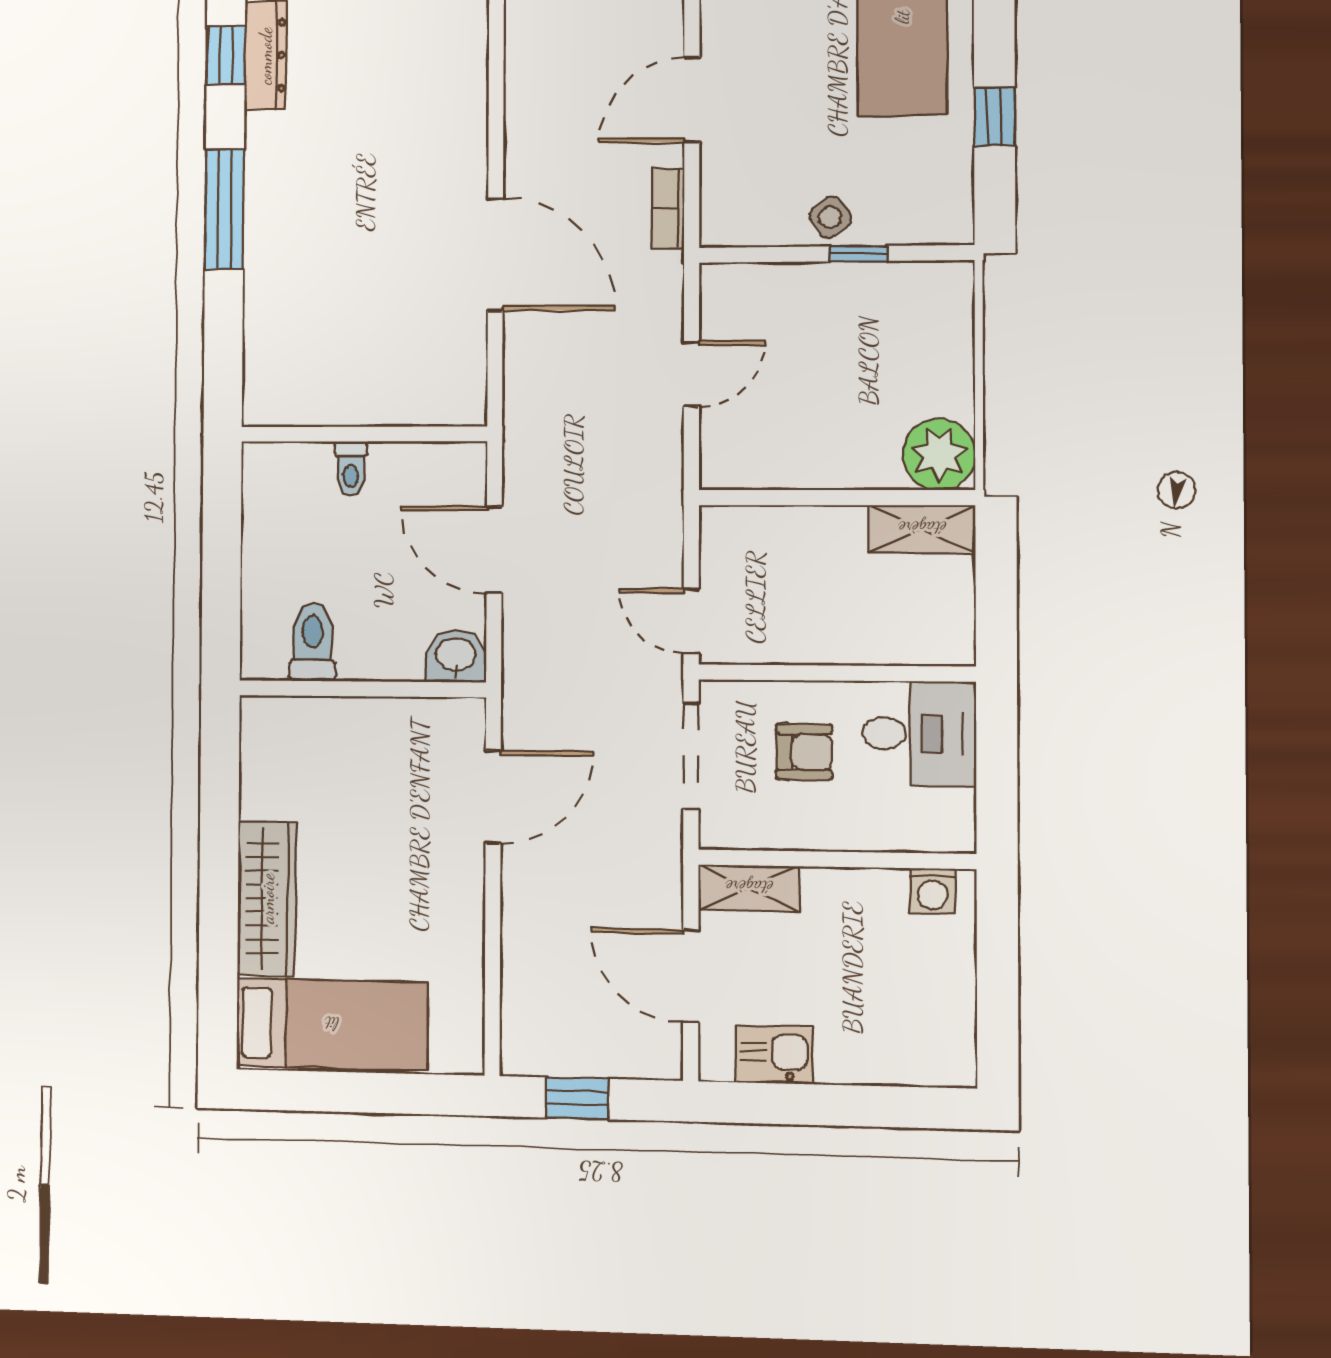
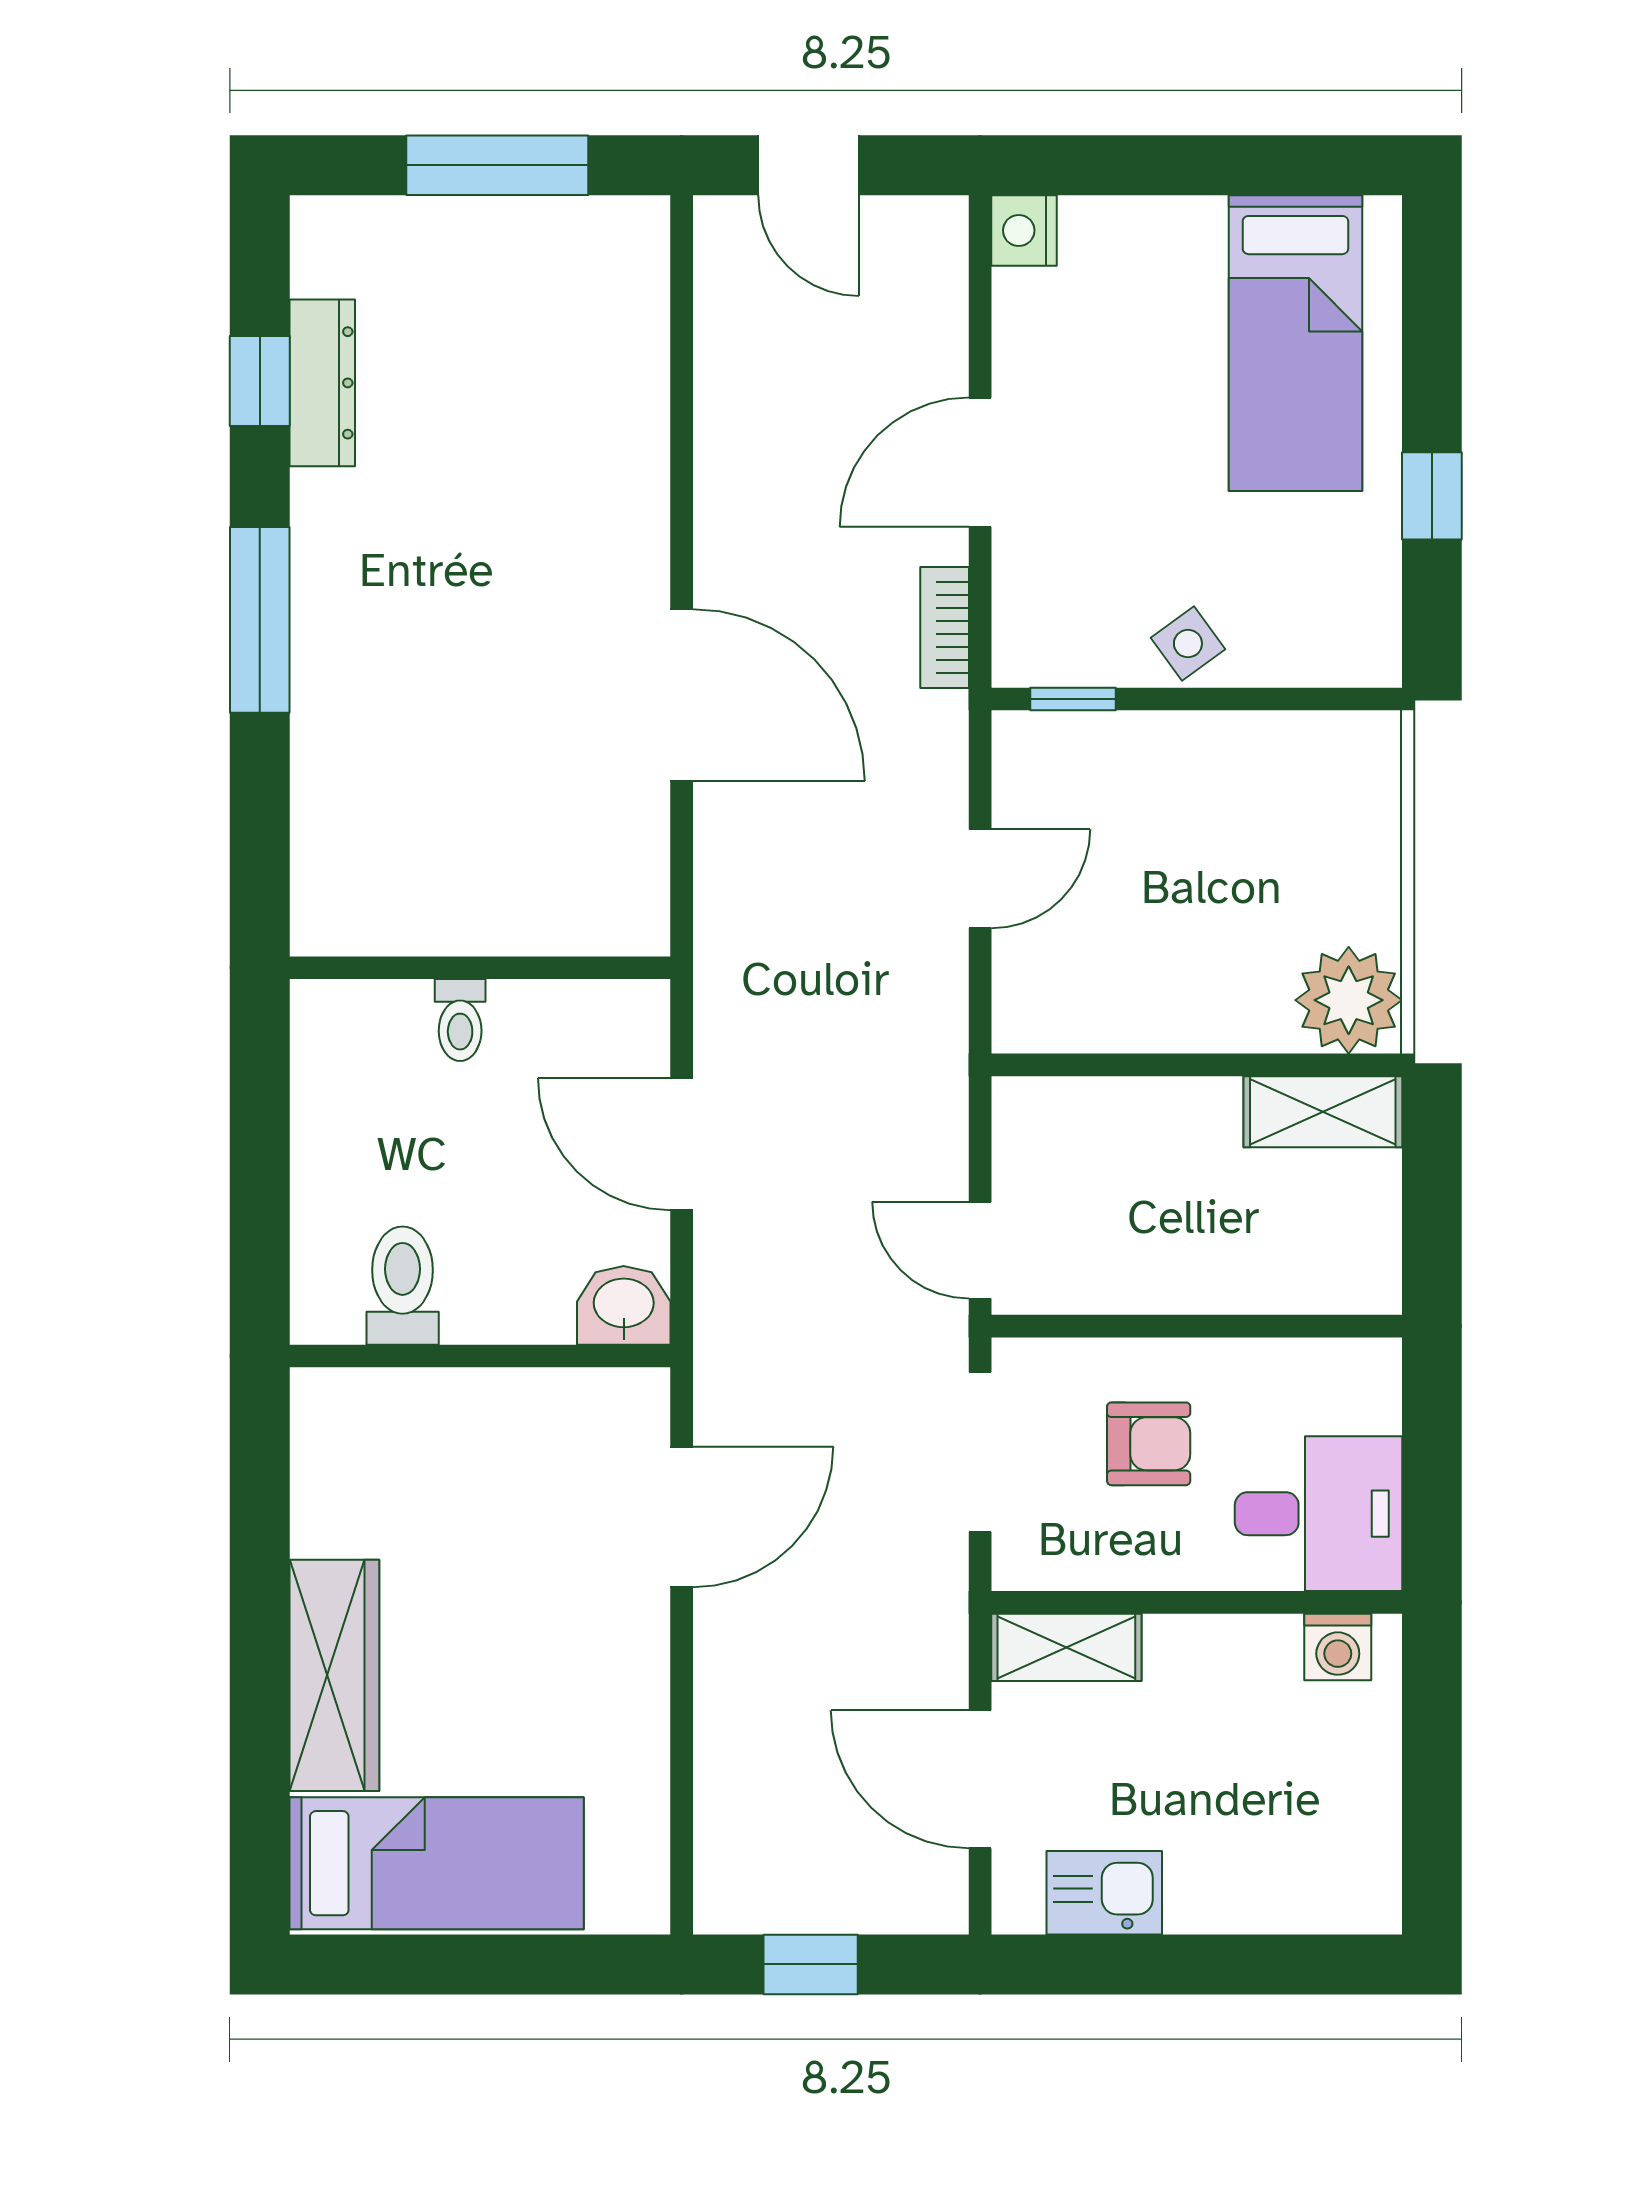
window: (859, 254) -> (1073, 699), moved
desk: (919, 734) -> (1318, 1514), moved

